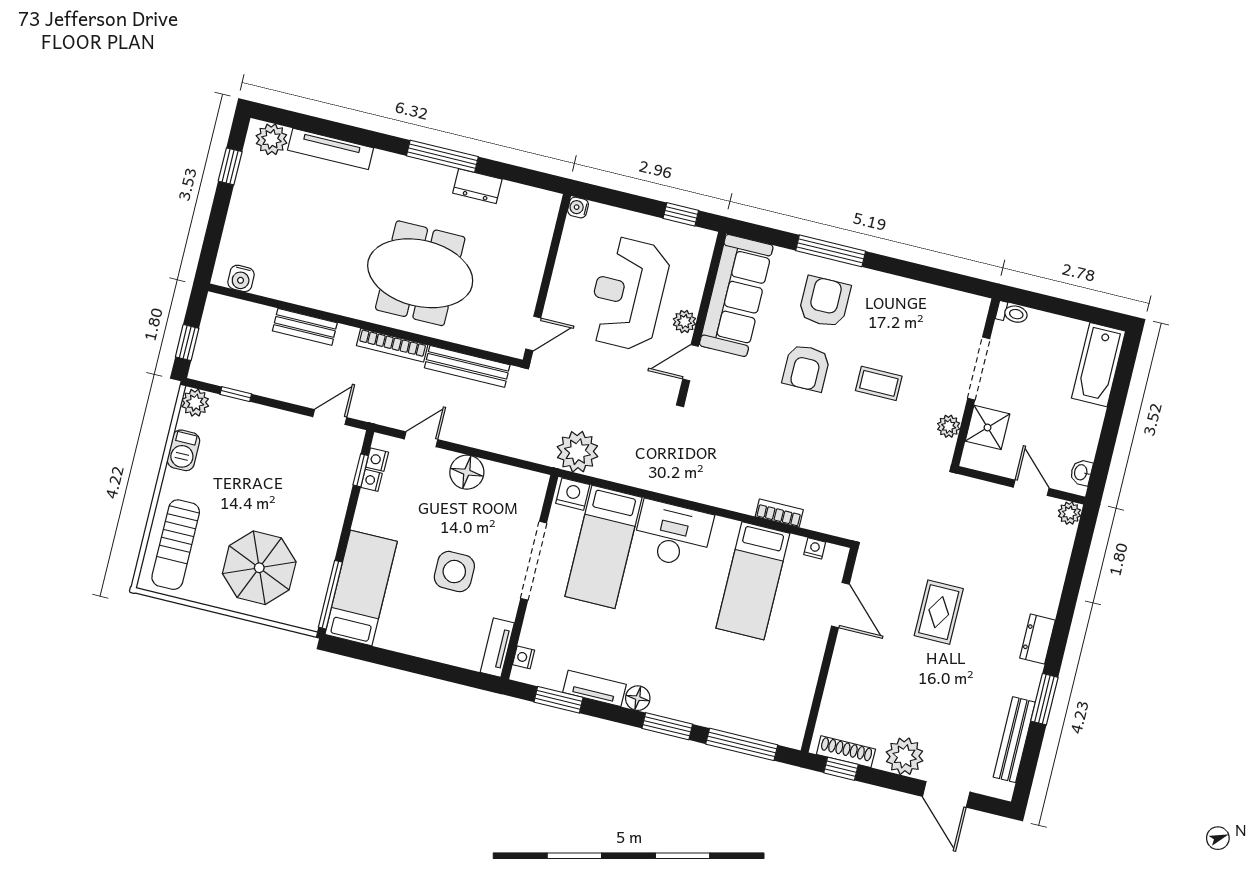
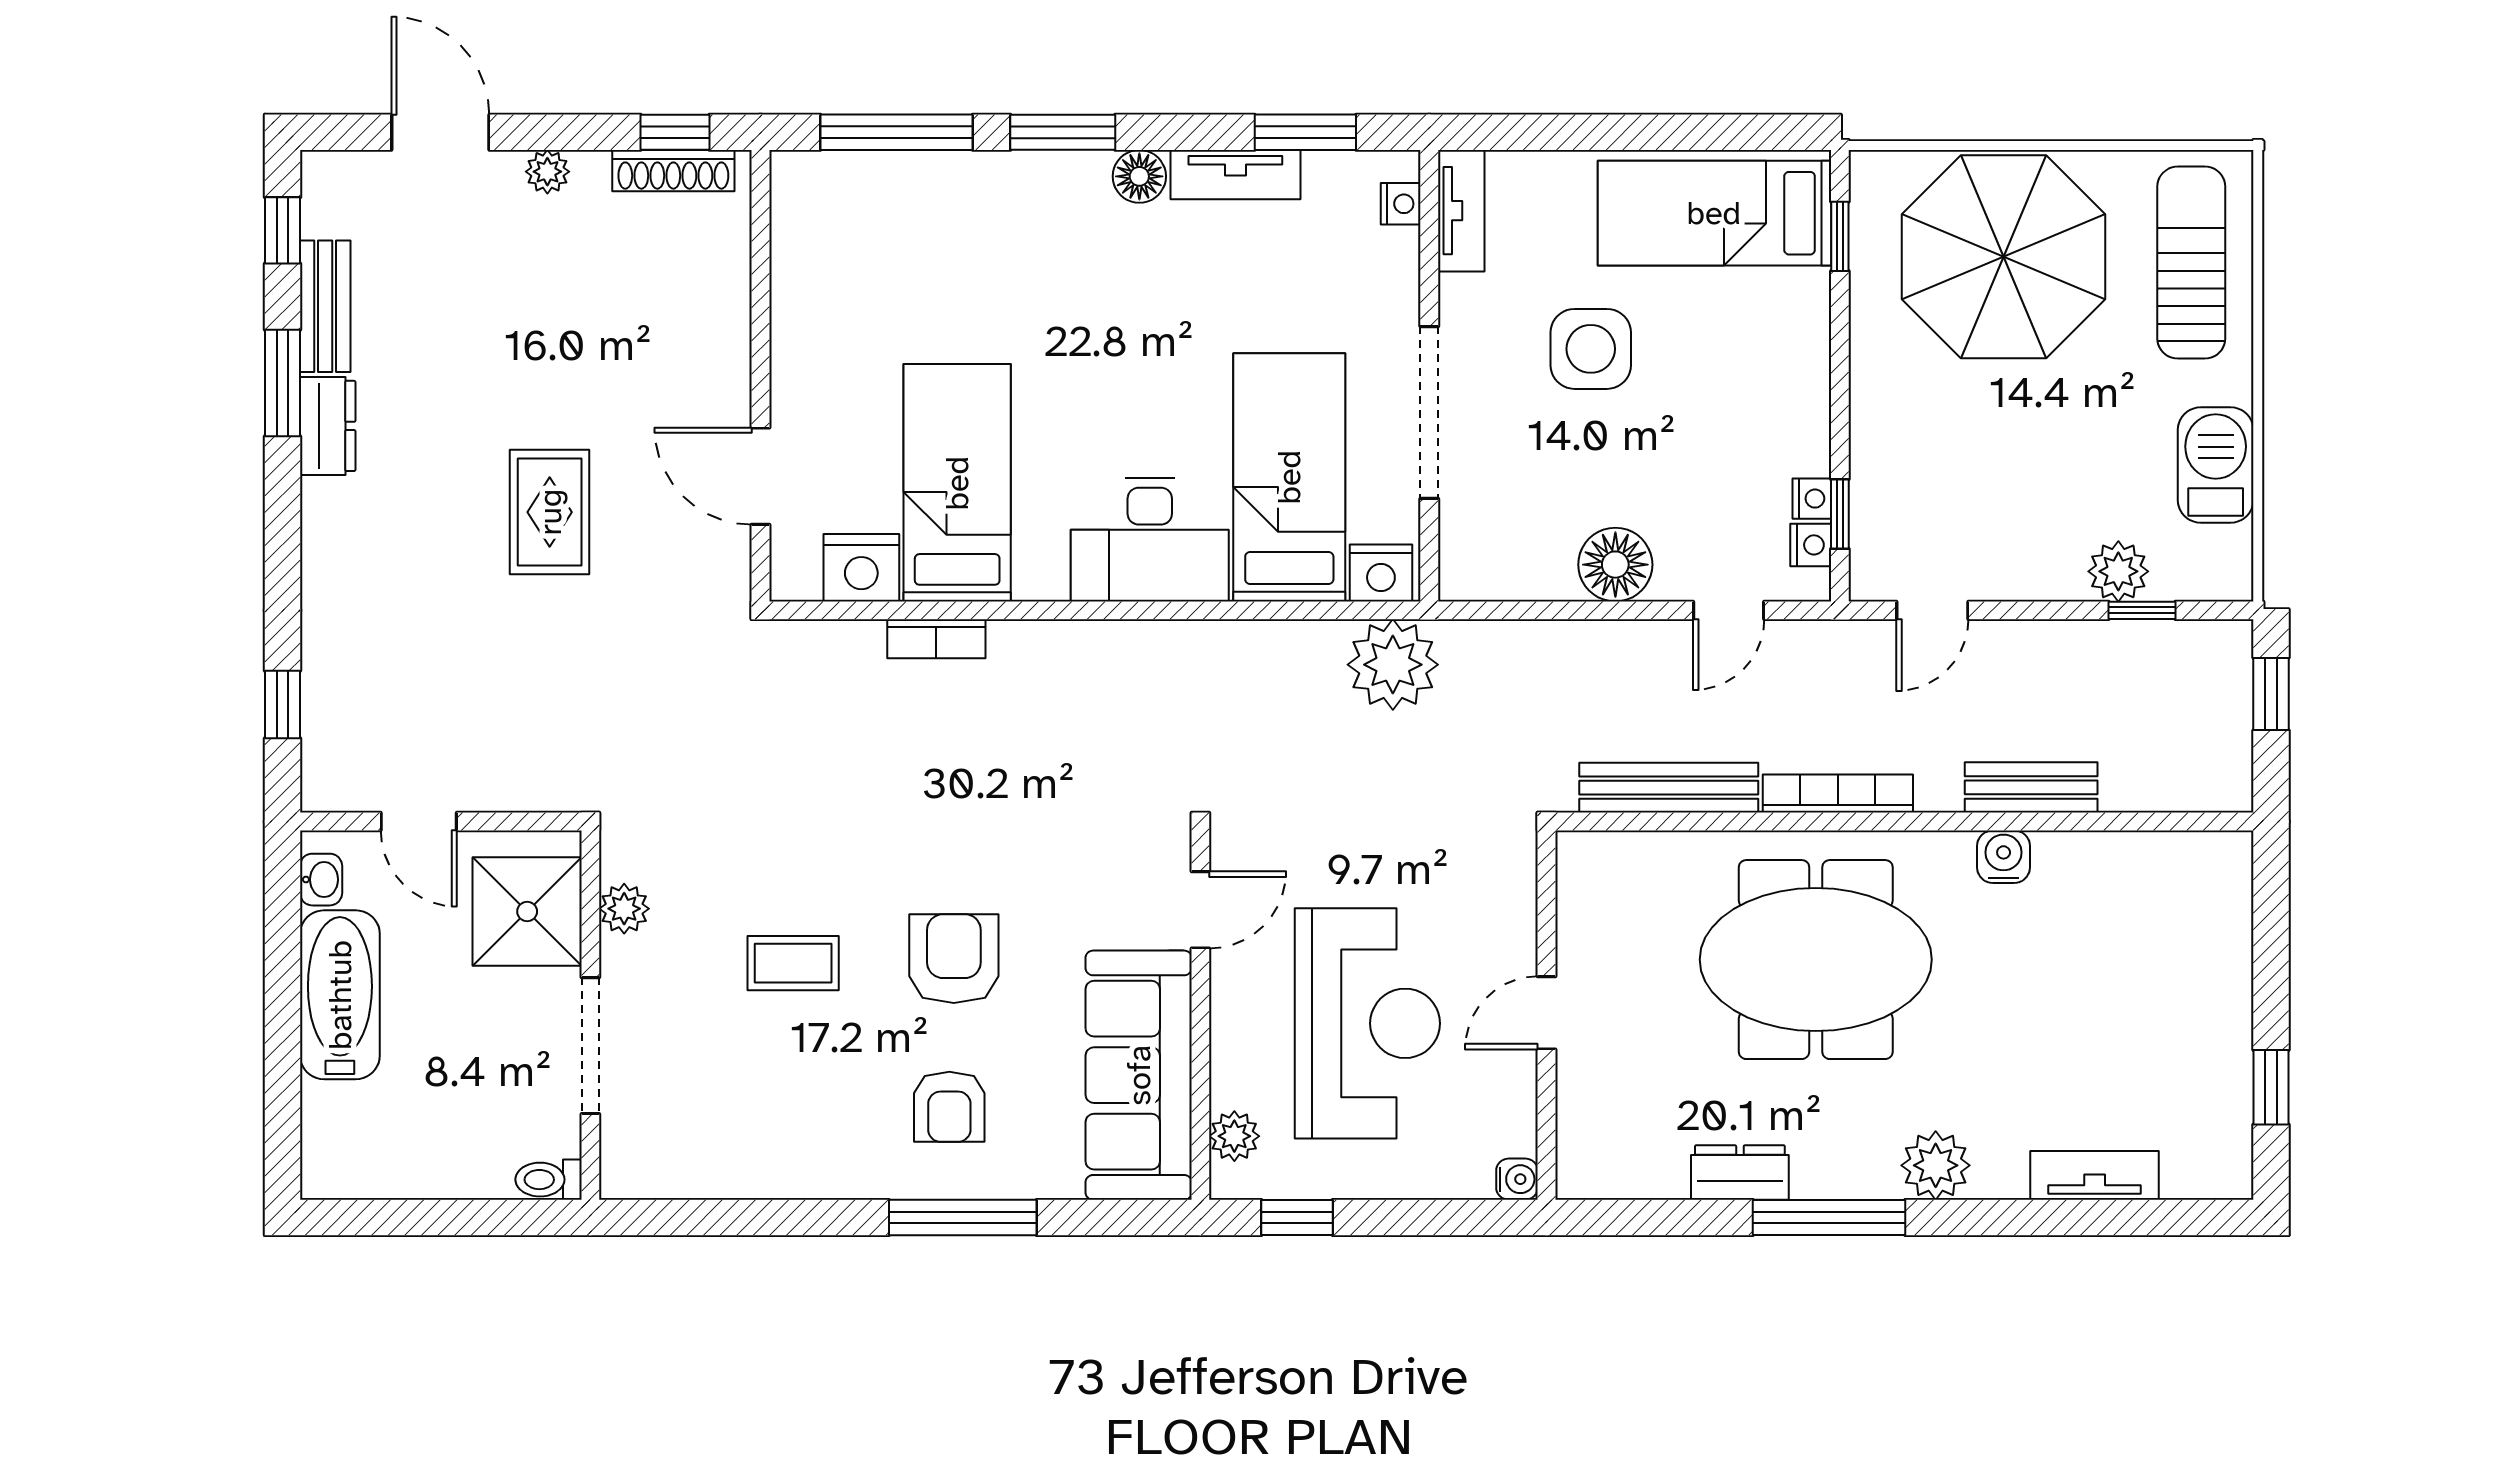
plant: (271, 139) -> (1936, 1165), moved
tv unit: (331, 149) -> (2095, 1175), width x0.71
water cooler: (241, 278) -> (2004, 857), moved
armchair: (825, 302) -> (949, 1107), width x0.72, depth x0.72
plant: (684, 322) -> (1234, 1136), moved
door: (533, 333) -> (1547, 1013), moved
bathtub: (1099, 365) -> (340, 995), moved
plant: (195, 403) -> (2118, 571), moved
shower: (987, 427) -> (527, 911), width x1.36, depth x1.36
barbecue: (183, 450) -> (2216, 465), width x1.38, depth x1.27
plant: (1069, 513) -> (325, 788), removed
nightstand: (815, 548) -> (861, 568), width x1.89, depth x1.79
window: (1079, 555) -> (282, 705), added
parasol: (259, 568) -> (2004, 257), width x1.36, depth x1.36
bed: (361, 588) -> (1714, 213), moved, turned 90
window: (330, 595) -> (1840, 236), width x0.46
dresser: (1038, 639) -> (328, 426), moved
bench: (1014, 740) -> (325, 306), width x0.73
plant: (905, 756) -> (547, 172), width x0.53, depth x0.53
window: (1028, 768) -> (282, 230), added

